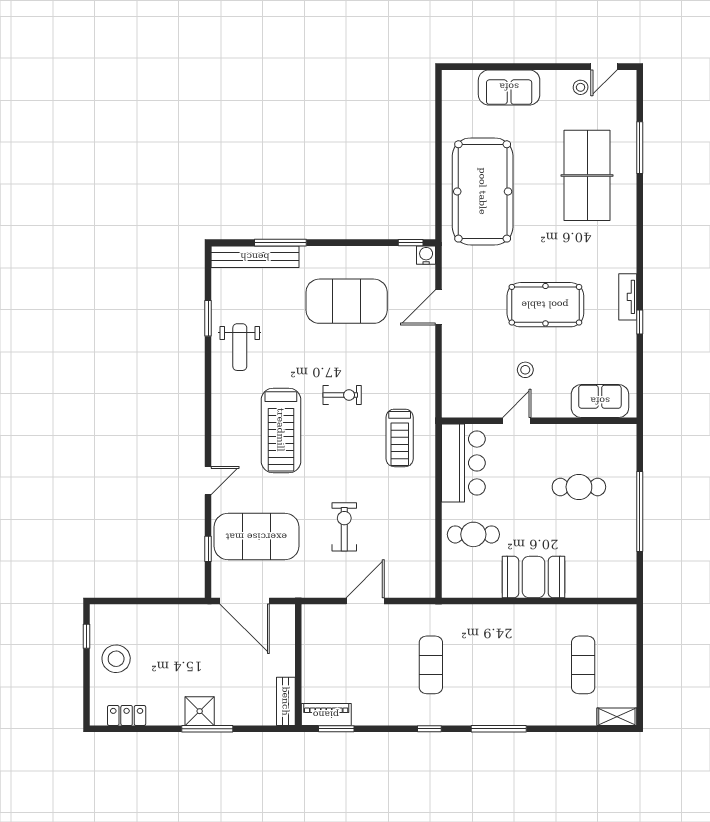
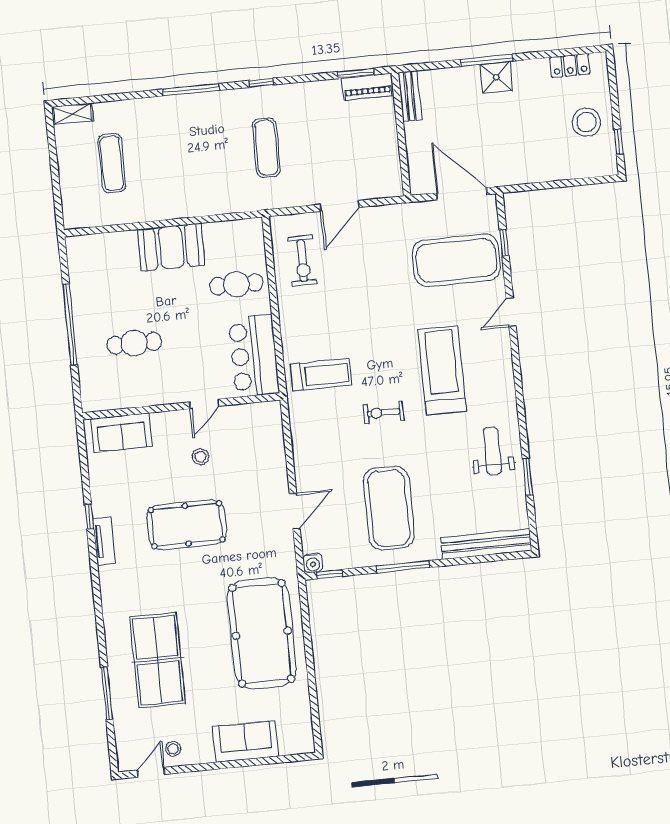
window: (280, 243) -> (403, 567), moved
exercise mat: (347, 301) -> (389, 508), turned 90
treadmill: (400, 438) -> (321, 375), turned 90
exercise bike: (344, 527) -> (302, 261), moved

